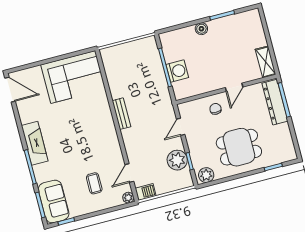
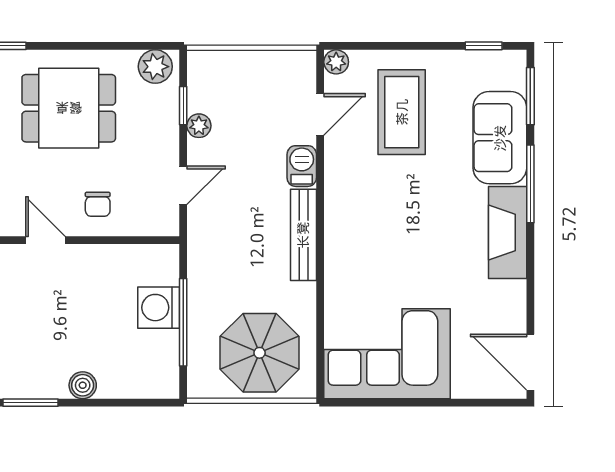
parasol: (128, 63) -> (260, 353), added
door: (234, 87) -> (45, 240), hinge flipped
bench: (121, 114) -> (303, 235), width x1.36
plant: (177, 160) -> (199, 126), width x0.53, depth x0.53
coffee table: (94, 183) -> (402, 112), width x1.86, depth x1.72
barbecue: (146, 192) -> (302, 166), moved, turned 90
sofa: (54, 202) -> (500, 138), moved

